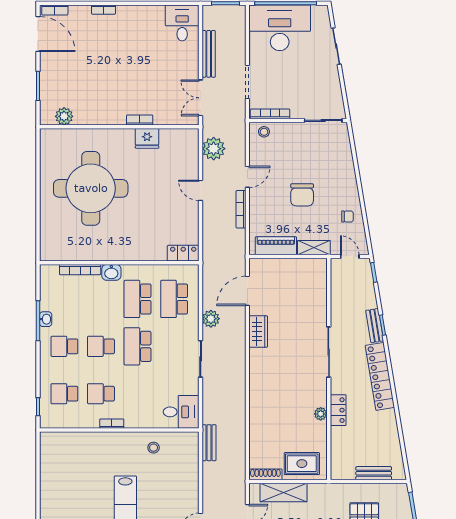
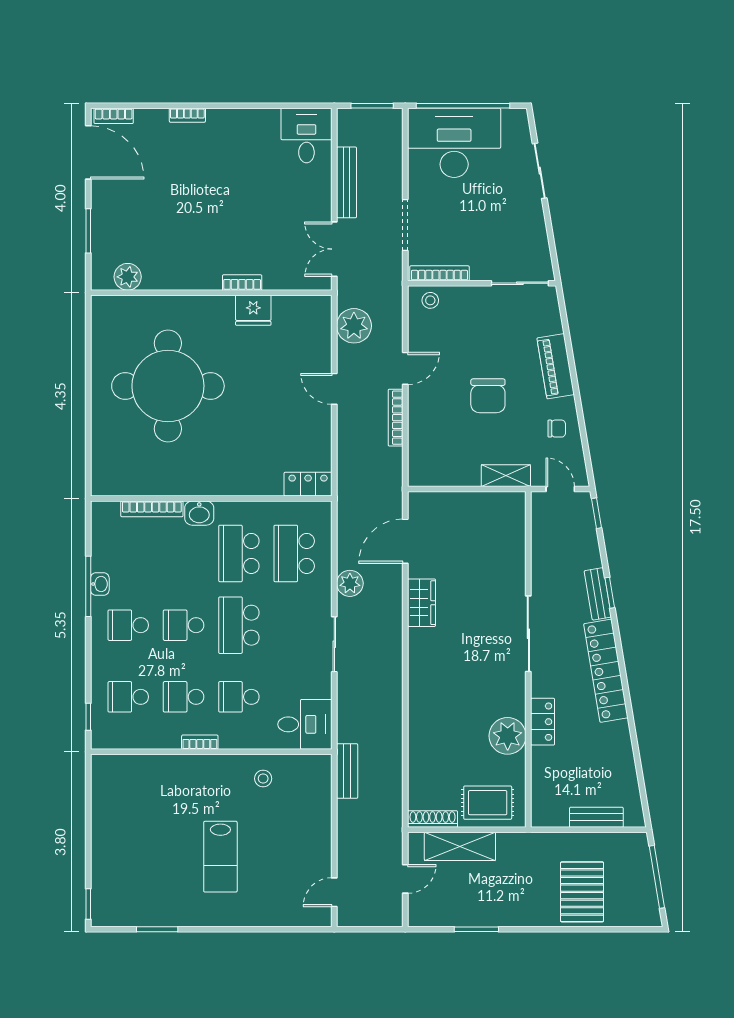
piano: (276, 246) -> (556, 366), moved, turned -99
school desk: (138, 394) -> (239, 697), added
plant: (321, 414) -> (508, 736), width x1.88, depth x1.88

